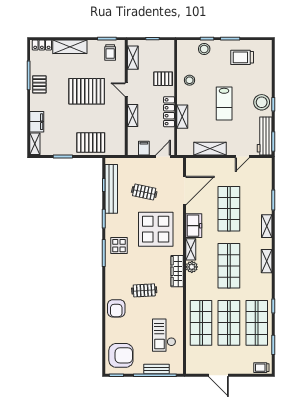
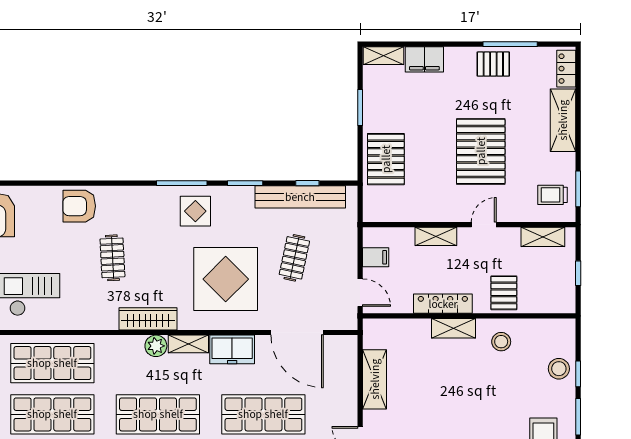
lab bench: (224, 103) -> (458, 405), removed
shelving: (182, 117) -> (453, 328), moved

